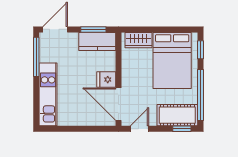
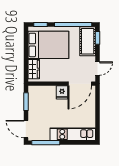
kitchen counter: (97, 41) -> (35, 99), removed
door: (139, 129) -> (97, 68), swing flipped

